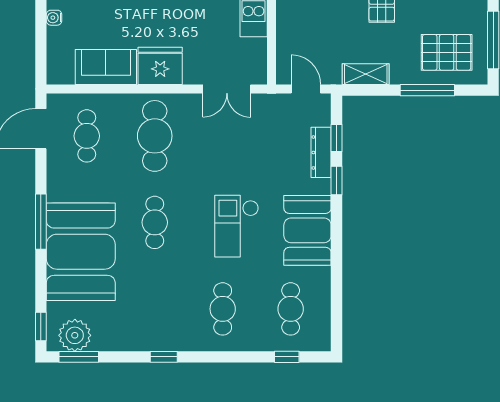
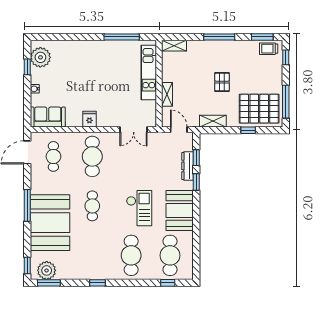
shelving: (285, 27) -> (167, 94), added
pallet: (447, 52) -> (259, 109), width x1.37, depth x1.41
fridge: (160, 66) -> (89, 119), width x0.53, depth x0.75
sofa: (106, 67) -> (48, 117), moved
window: (427, 90) -> (248, 130), width x0.46
checkout: (237, 226) -> (139, 208), turned 180
cafe table: (223, 309) -> (131, 255), width x1.37, depth x1.35
cafe table: (291, 309) -> (170, 255), width x1.37, depth x1.35

